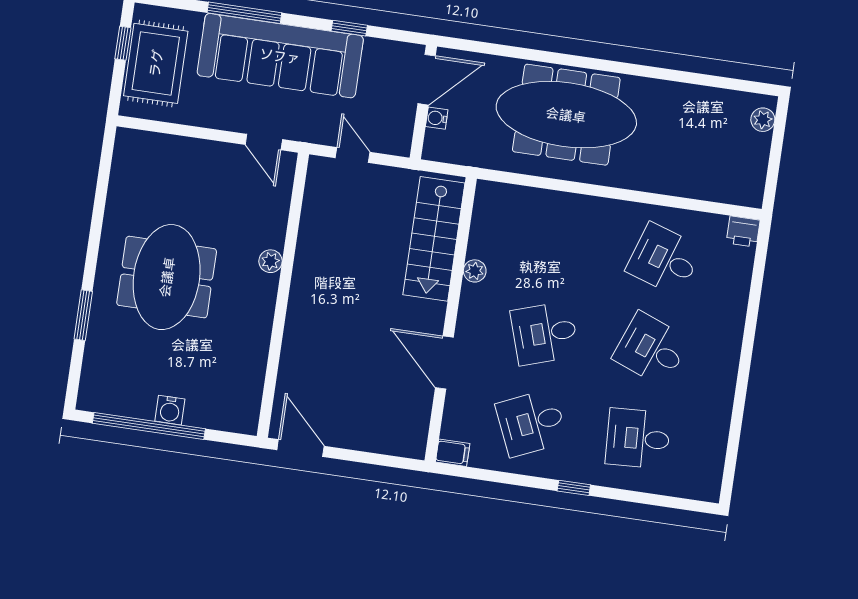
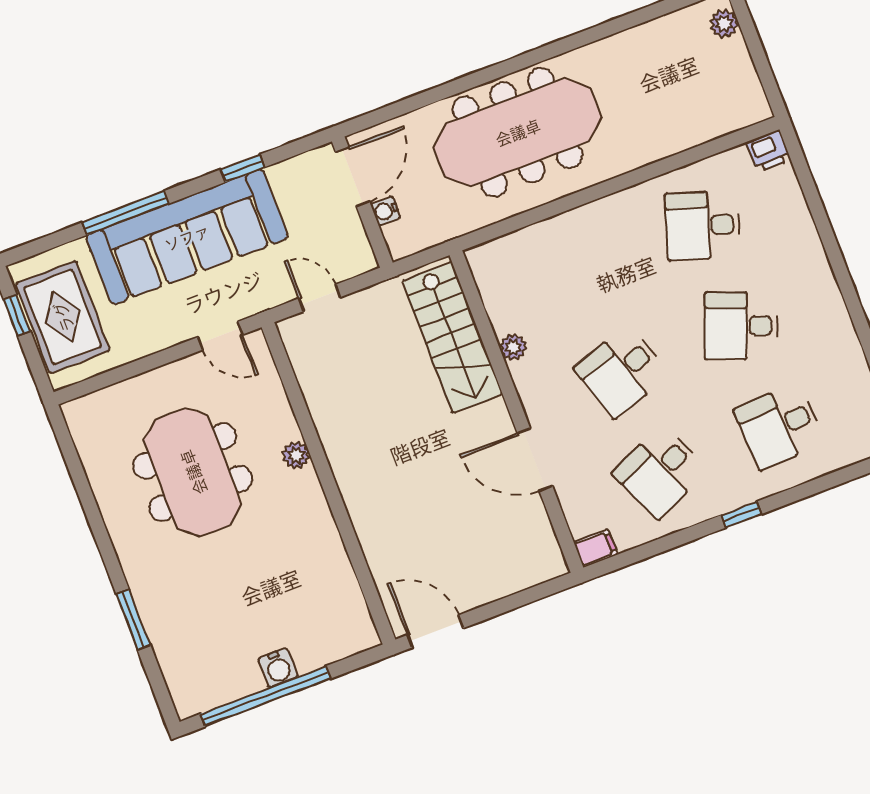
meeting table: (167, 277) -> (193, 472), moved

